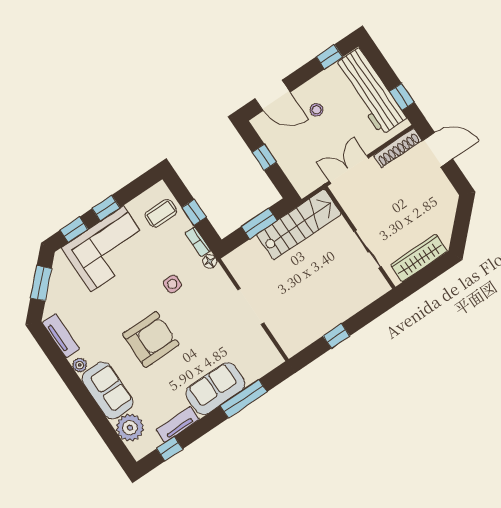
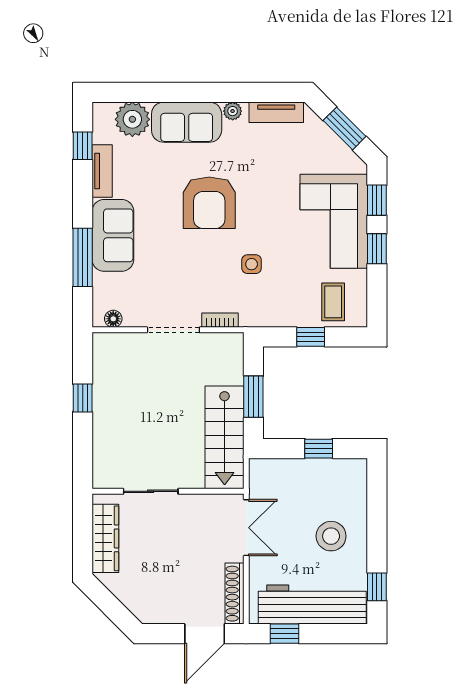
door: (273, 95) -> (377, 501), removed
stool: (317, 110) -> (331, 536), width x1.89, depth x1.89
bookcase: (198, 242) -> (220, 320), moved
floor lamp: (210, 261) -> (113, 319), moved

